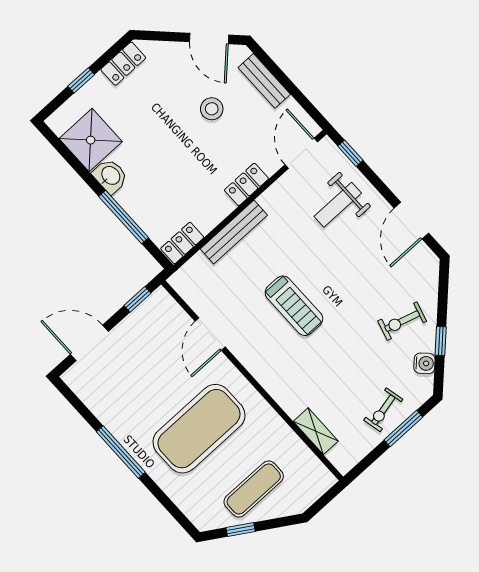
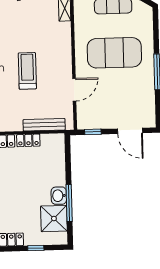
window: (124, 217) -> (69, 203), moved
bench: (234, 232) -> (44, 125), moved
locker: (182, 243) -> (28, 140), moved

